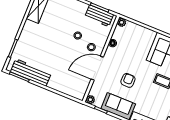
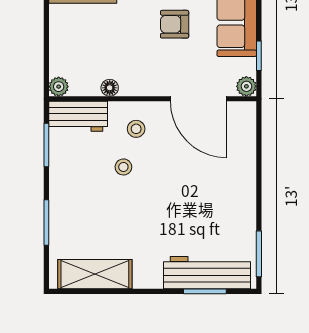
workbench: (99, 16) -> (78, 116), moved, turned 90
door: (97, 68) -> (198, 99), moved
workbench: (31, 72) -> (207, 273), moved, turned 90

